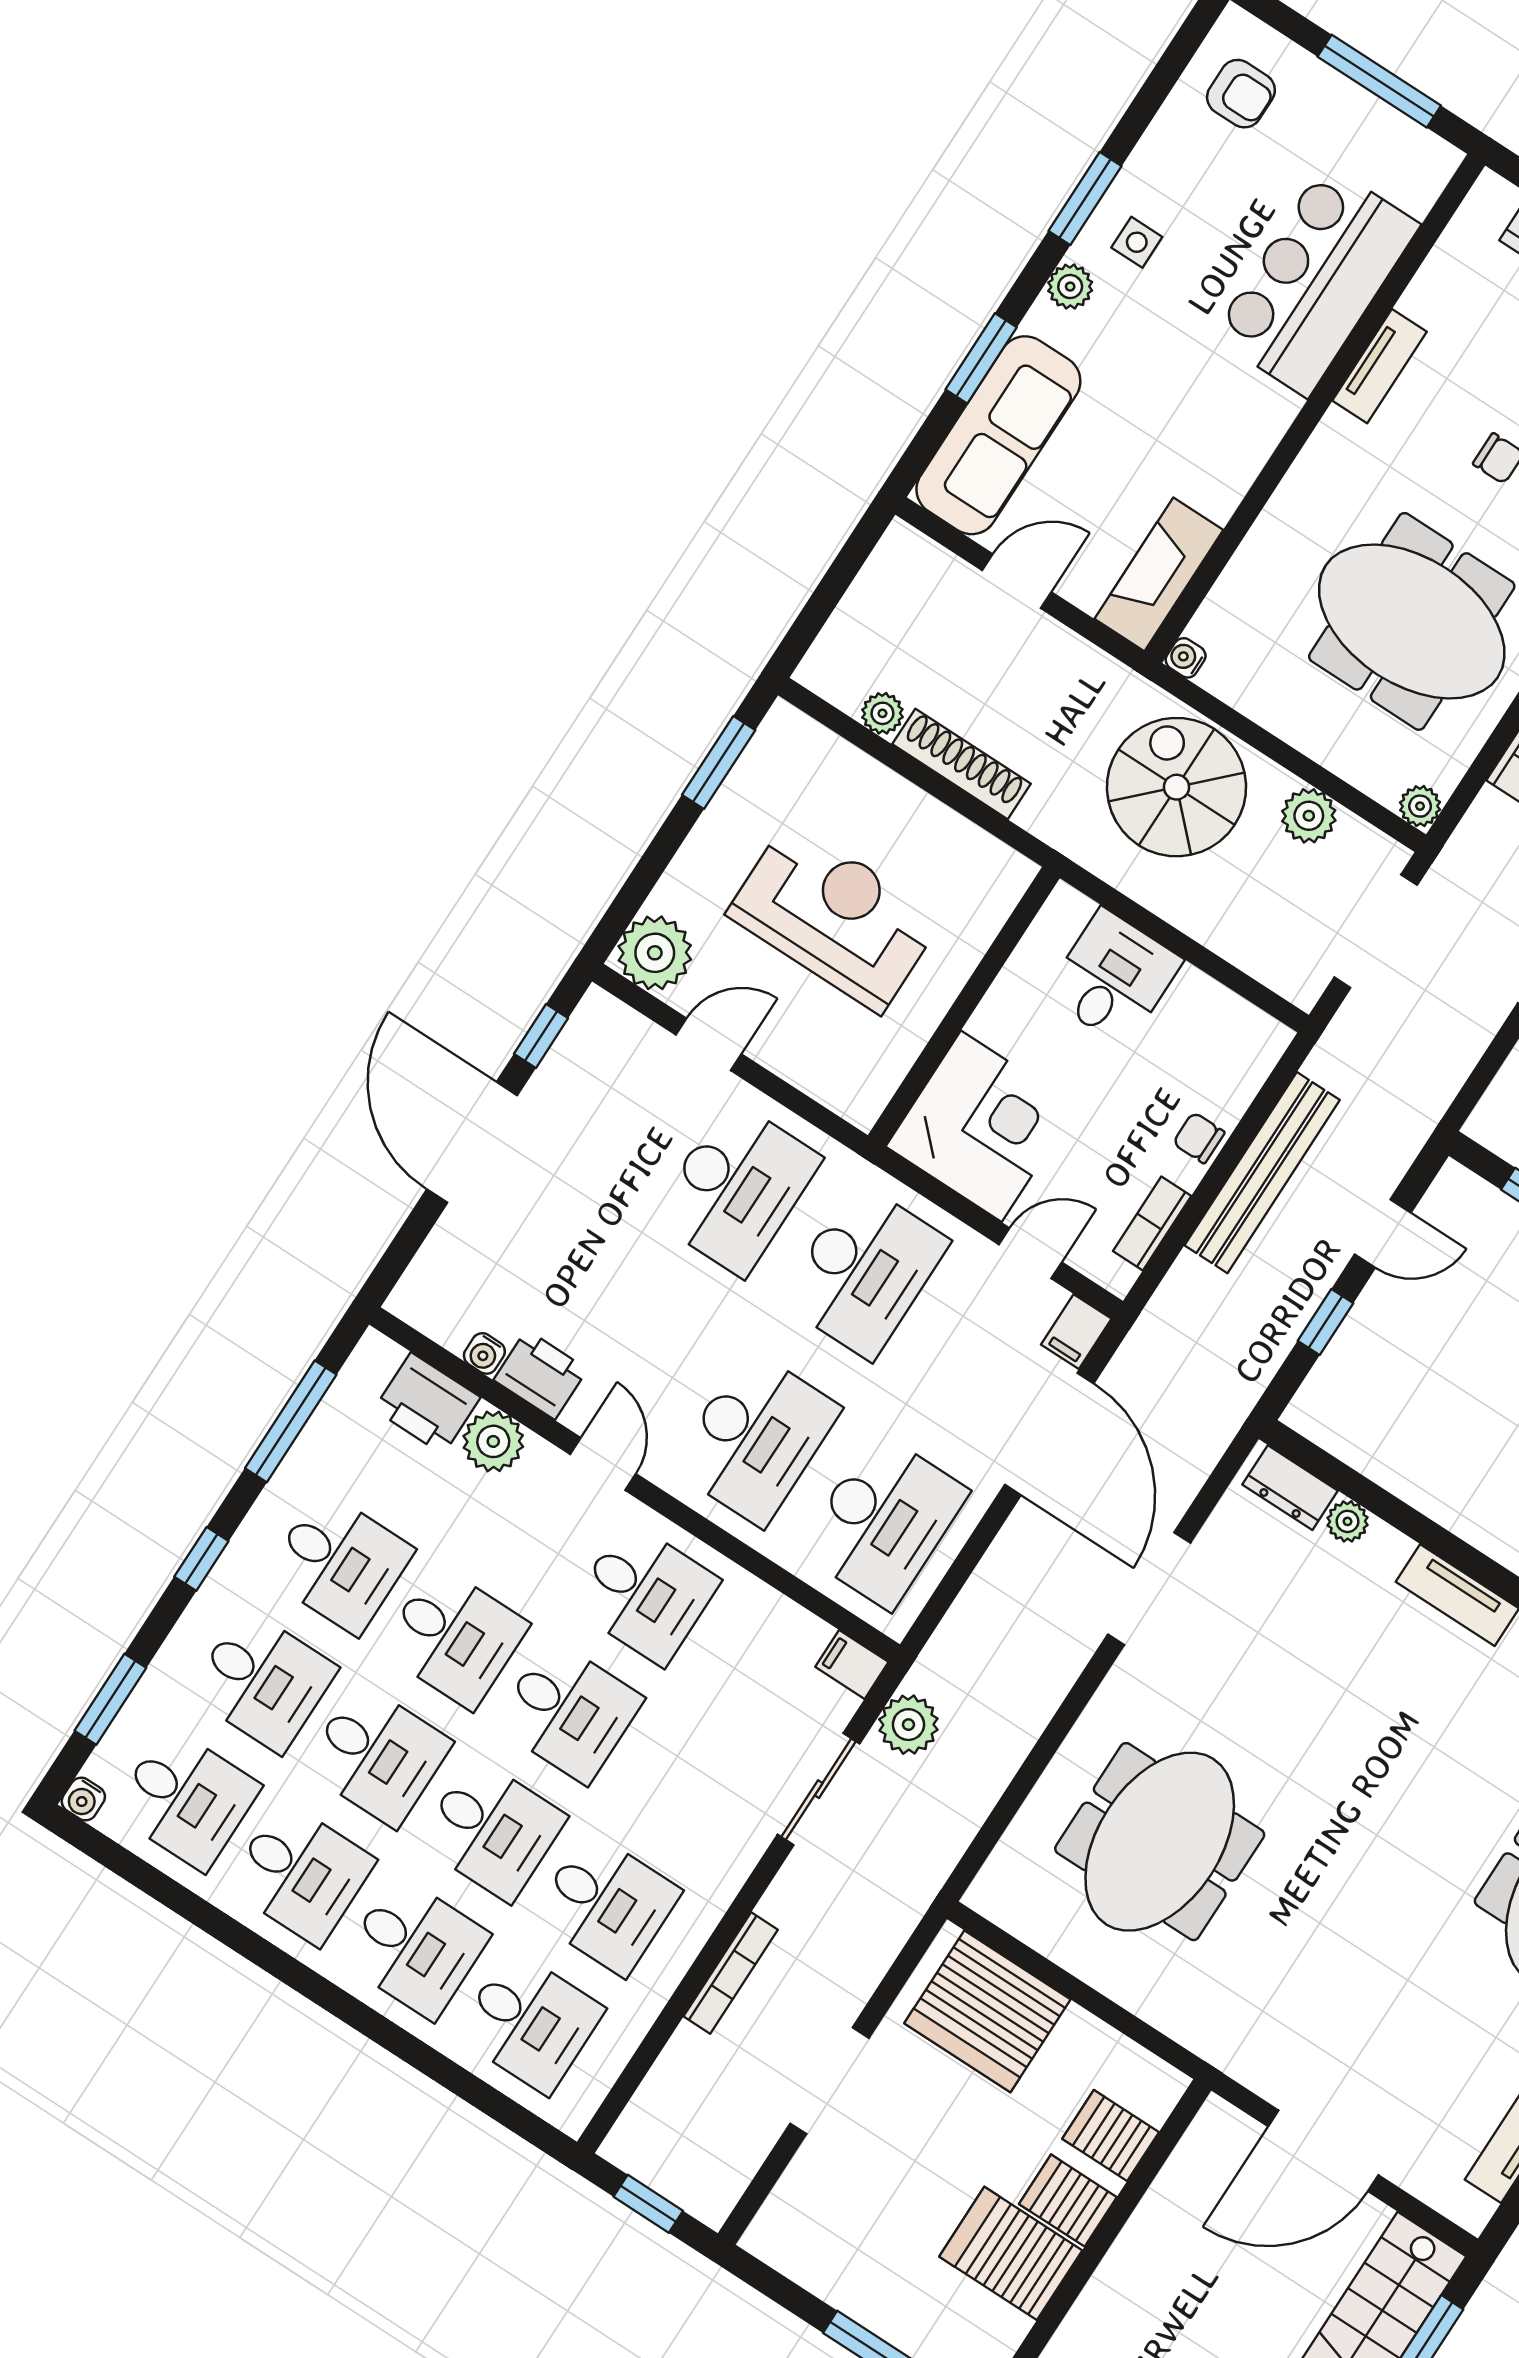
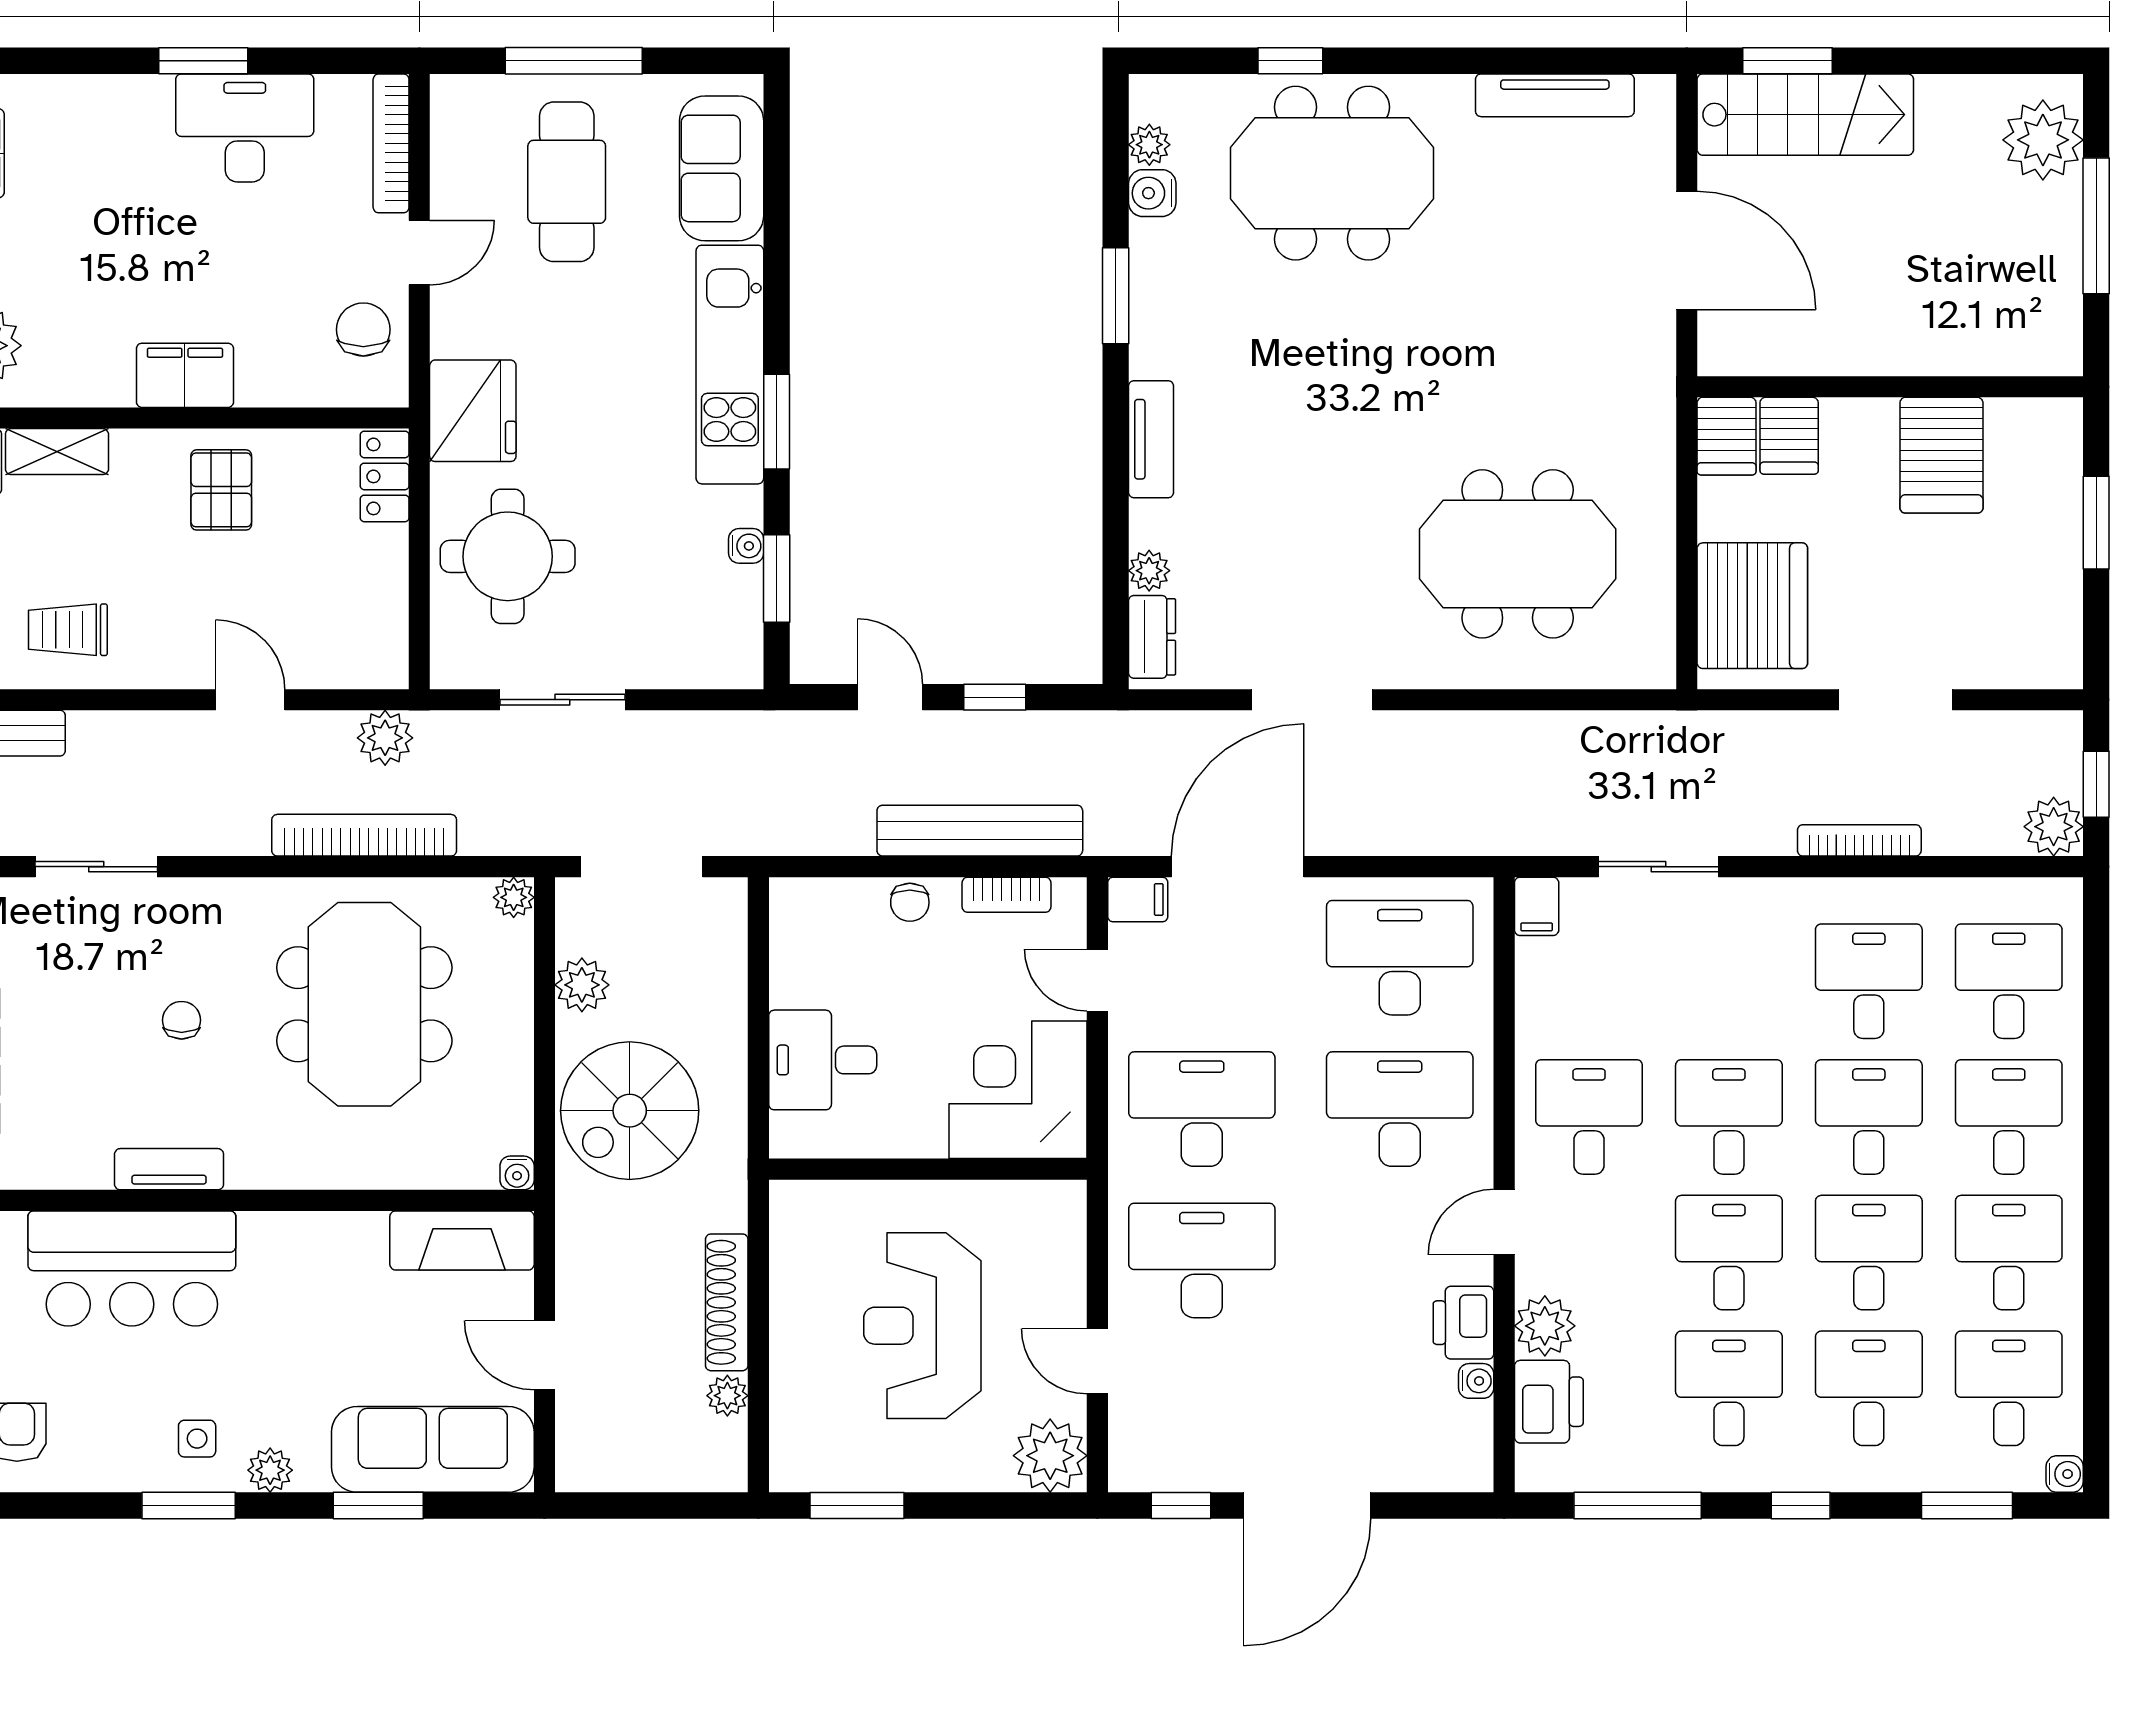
bench: (1262, 1173) -> (980, 831), moved
plant: (908, 1725) -> (2054, 827), moved
server rack: (1068, 2201) -> (1727, 436), moved

